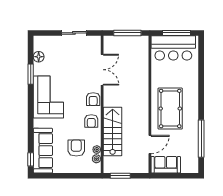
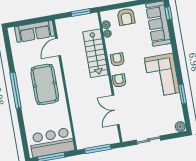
plant: (39, 41) -> (180, 127), added
floor lamp: (39, 57) -> (178, 112), removed
window: (201, 139) -> (16, 90), moved
armchair: (76, 148) -> (126, 17), moved
sofa: (166, 165) -> (35, 31), width x1.36

